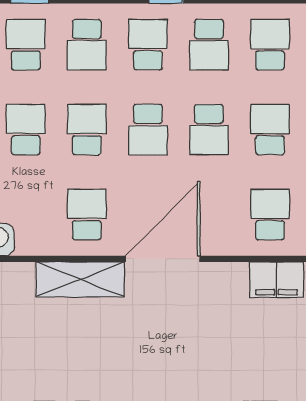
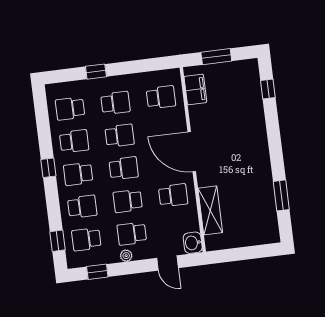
school desk: (270, 130) -> (115, 103), turned 180
school desk: (87, 214) -> (173, 195), turned 180
school desk: (270, 214) -> (161, 97), turned 180
shelving: (80, 279) -> (210, 210), moved

